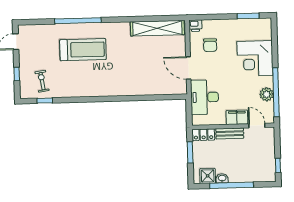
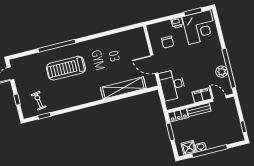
printer: (195, 26) -> (177, 23), moved
shelving: (157, 28) -> (123, 88), moved
treadmill: (83, 50) -> (66, 68), turned 180
corner desk: (255, 58) -> (199, 27), moved, turned -90

